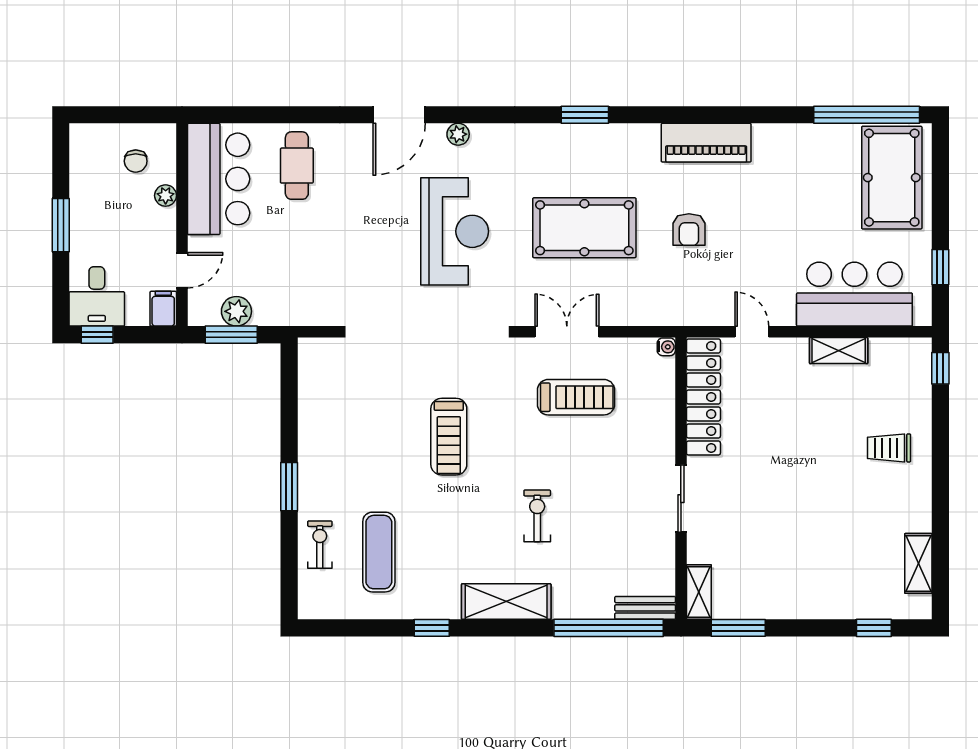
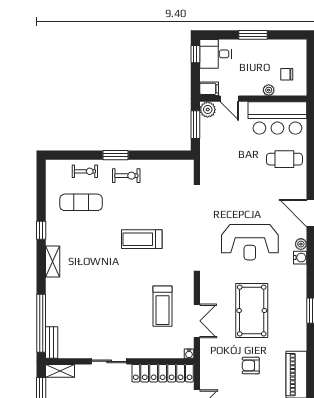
water cooler: (484, 136) -> (300, 258), added
plant: (236, 311) -> (208, 110), moved
double door: (567, 332) -> (197, 321), moved
exercise bike: (537, 516) -> (126, 176), moved
shelving: (506, 602) -> (53, 262), width x0.67, depth x0.75

